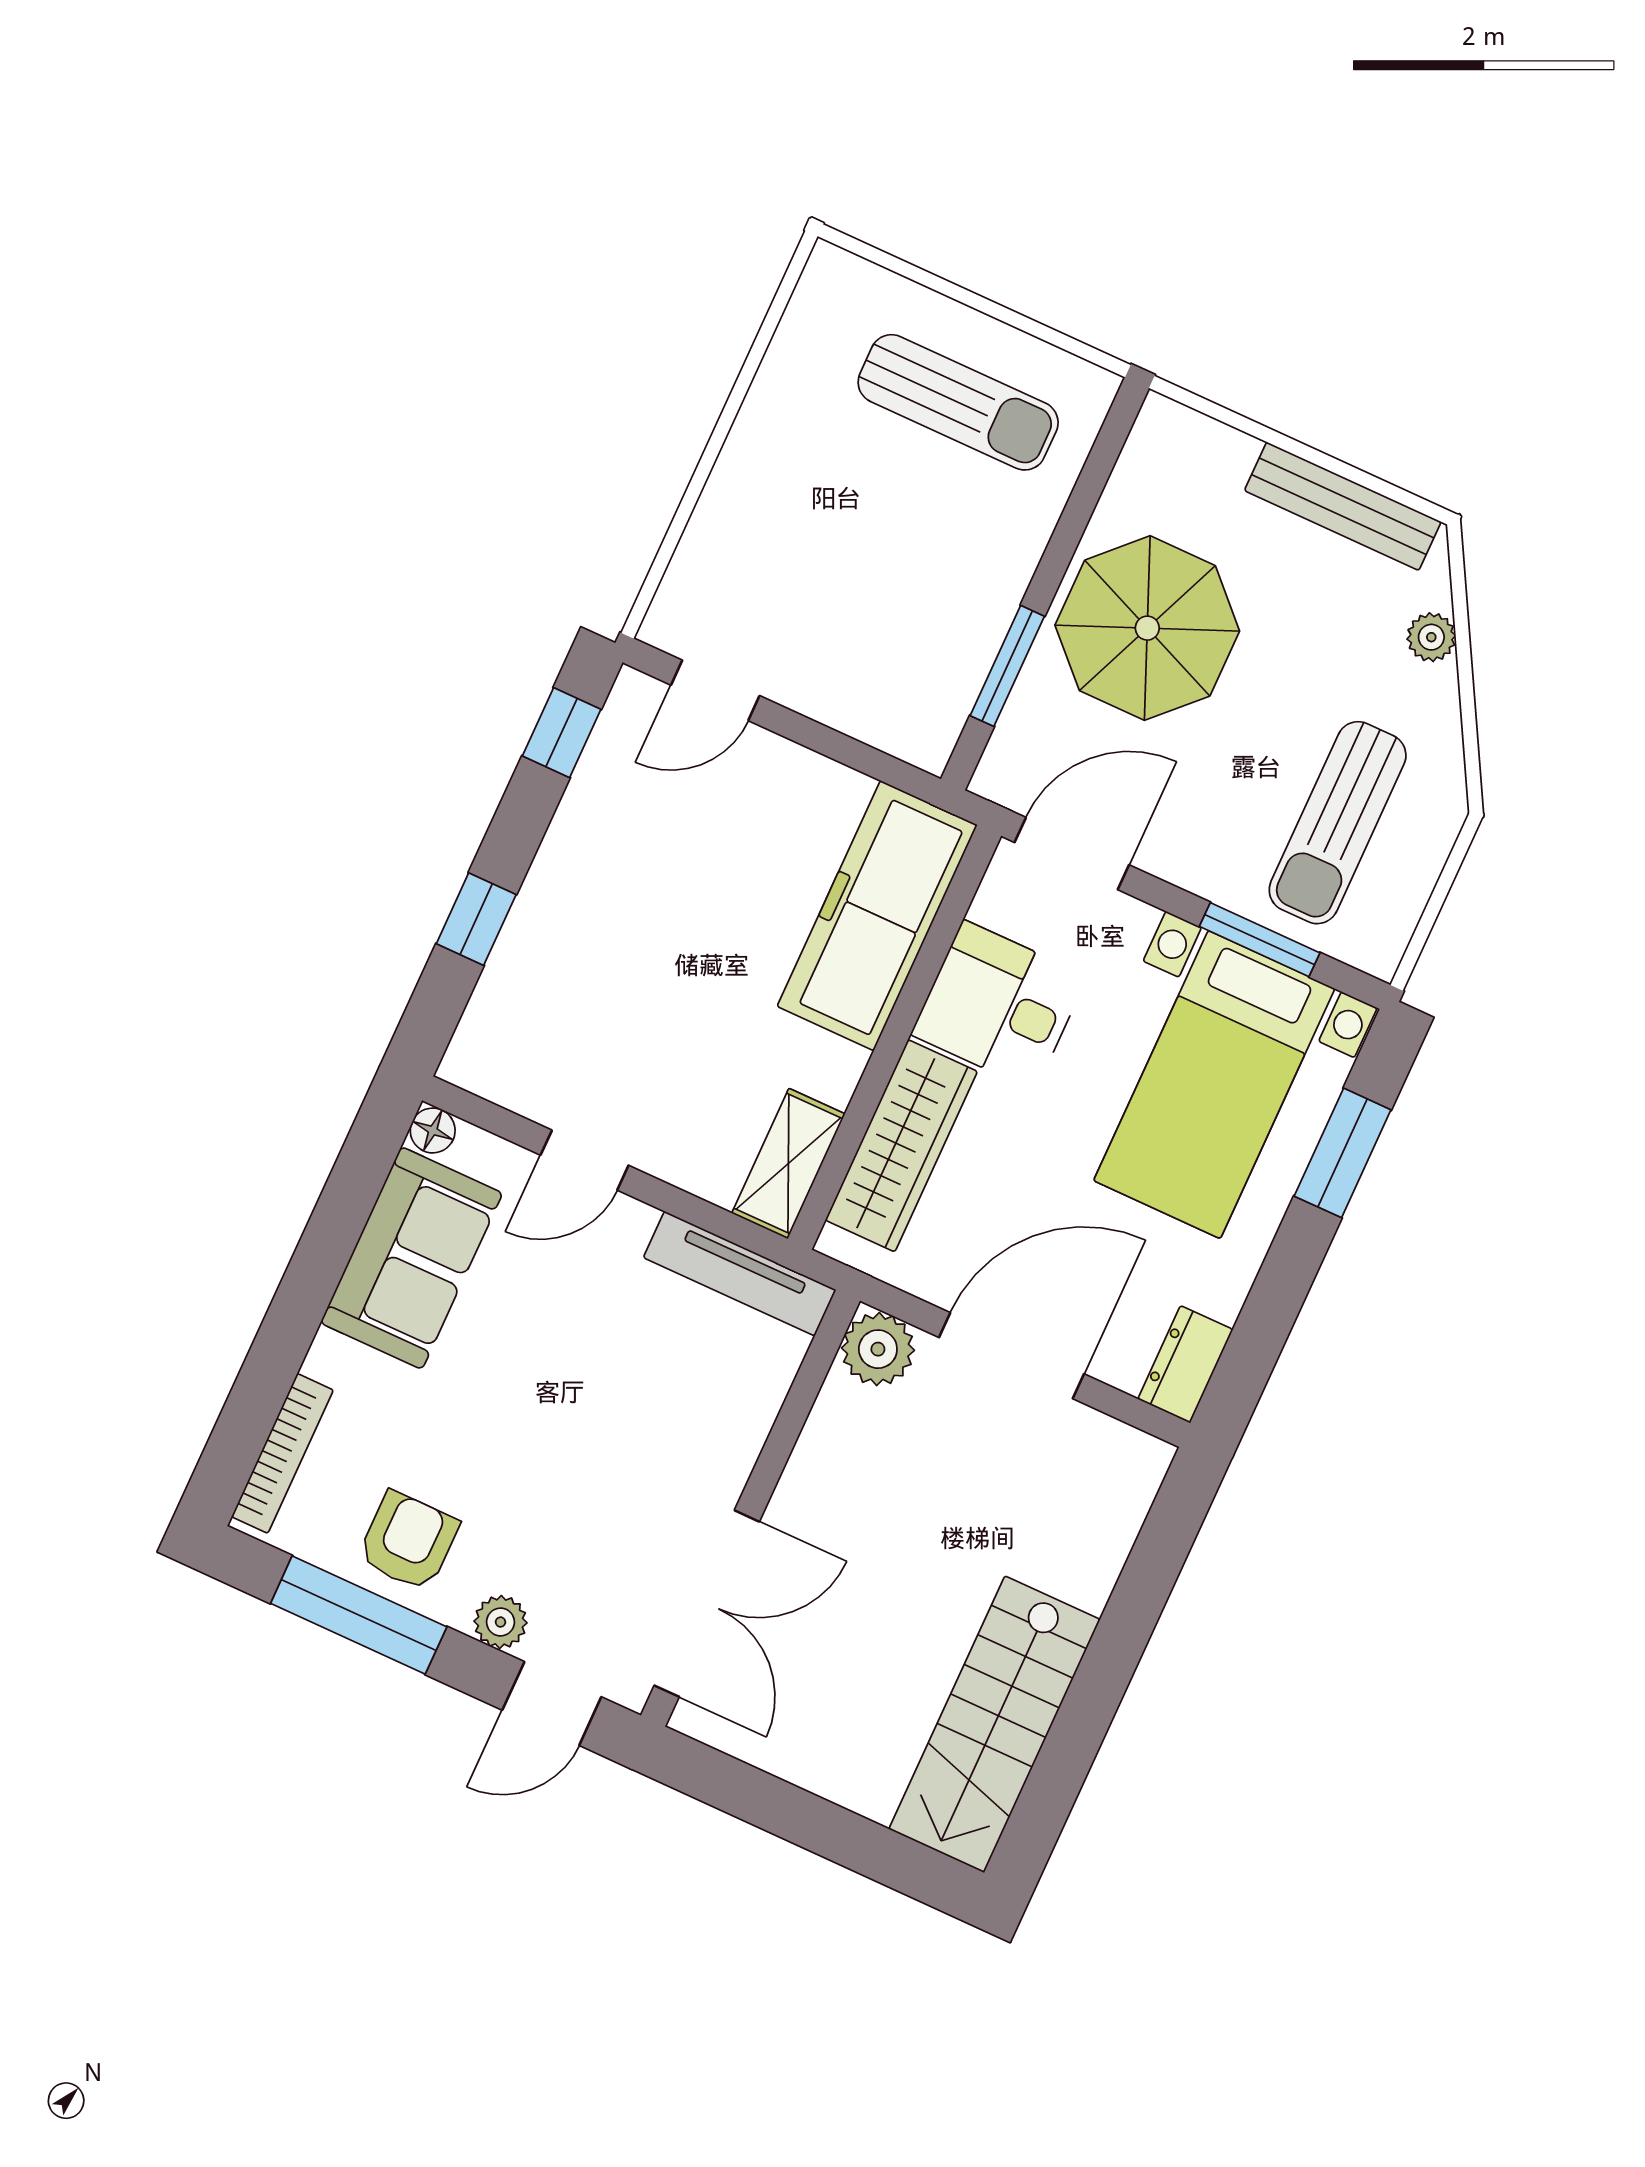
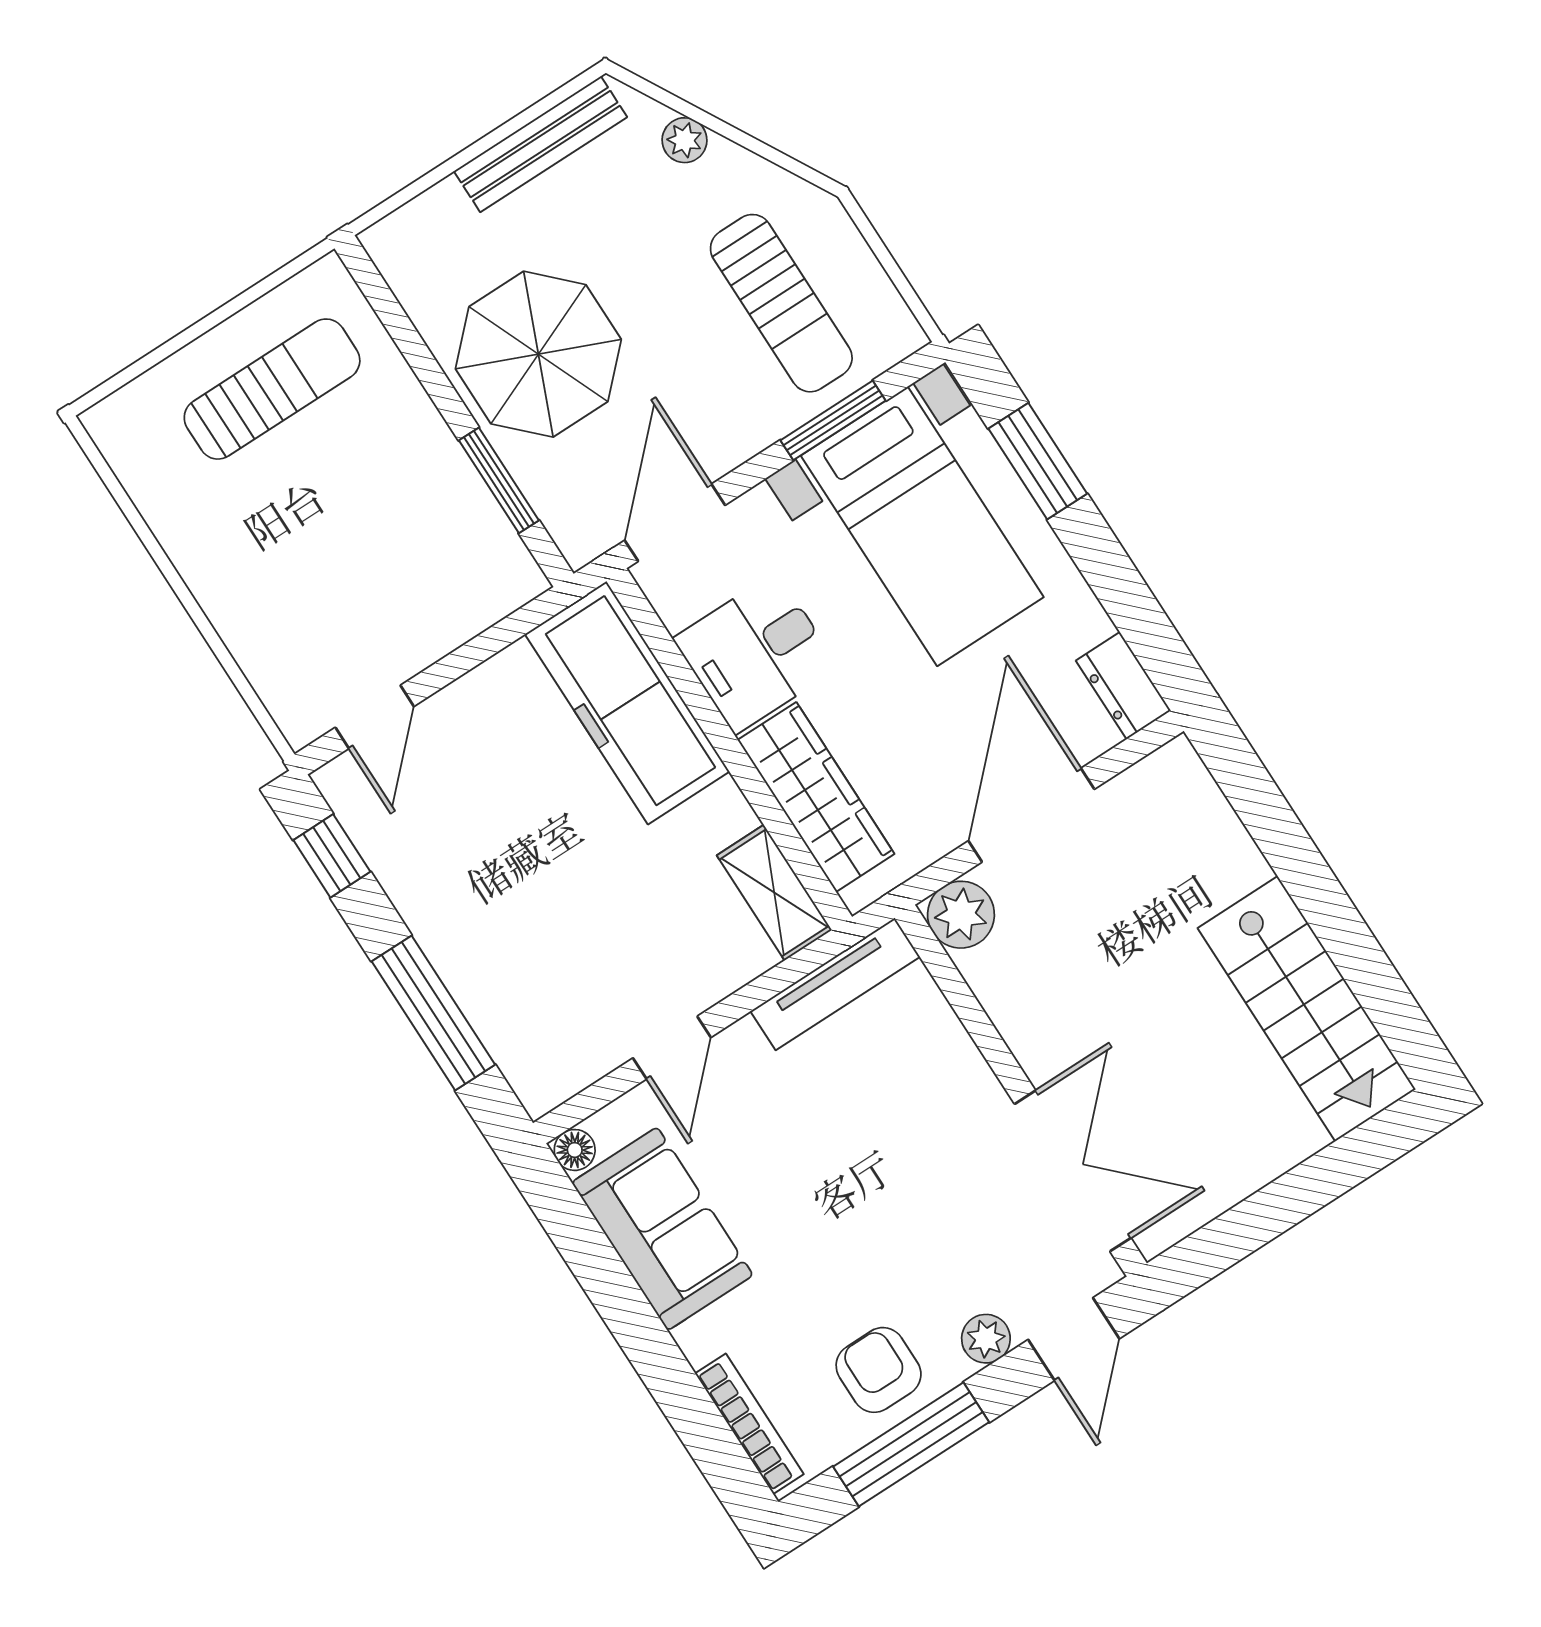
window: (476, 919) -> (433, 1013), width x2.17

